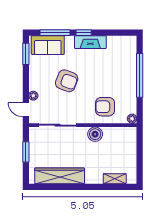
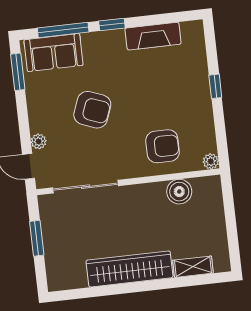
fireplace: (90, 42) -> (153, 36), moved
window: (140, 75) -> (215, 86), width x0.32
armchair: (105, 107) -> (163, 146), turned 180
boiler: (95, 134) -> (179, 192), moved
wardrobe: (60, 176) -> (130, 269), moved

